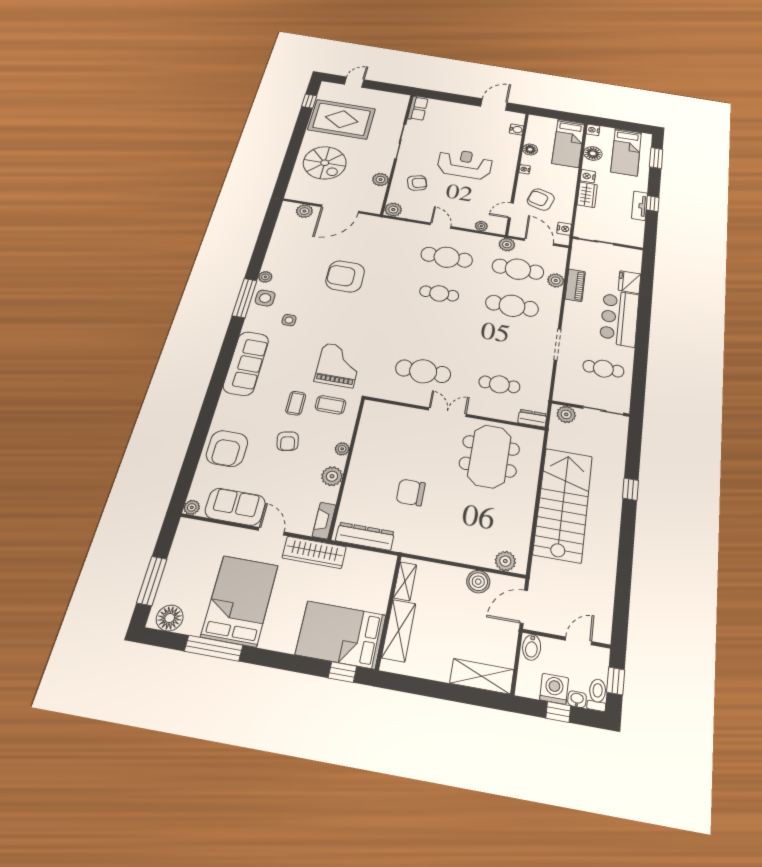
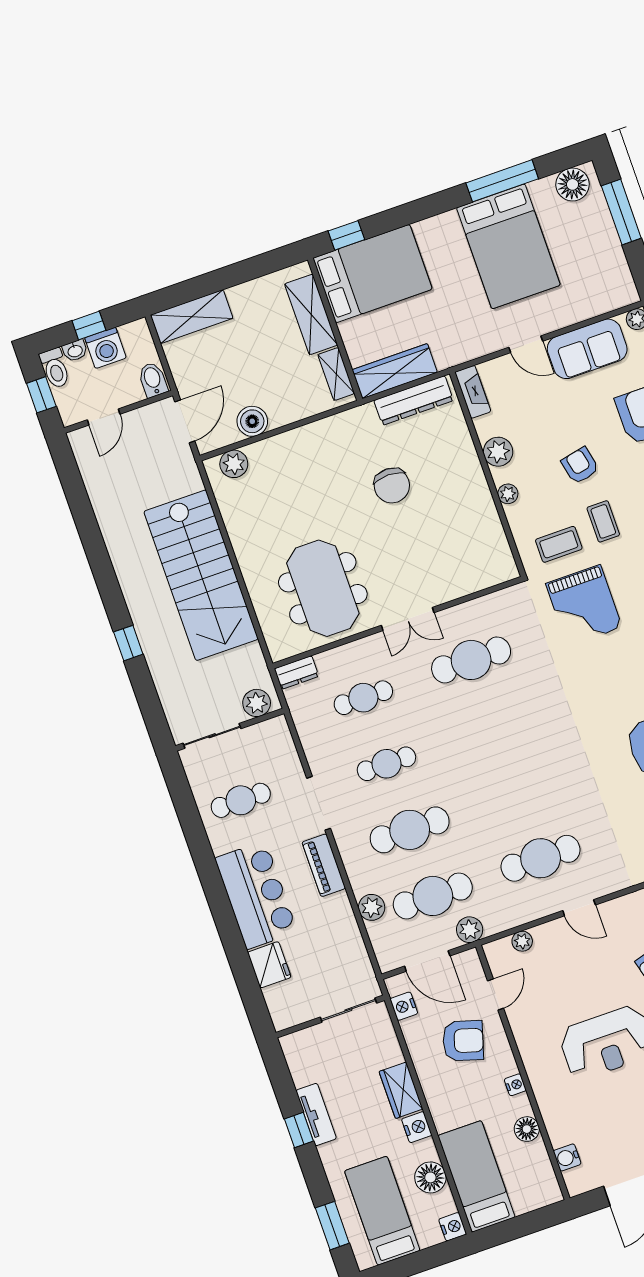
piano: (575, 285) -> (324, 865), moved
cafe table: (439, 293) -> (386, 764), moved
chair: (411, 492) -> (392, 486), turned 90
wardrobe: (314, 552) -> (395, 371), moved

